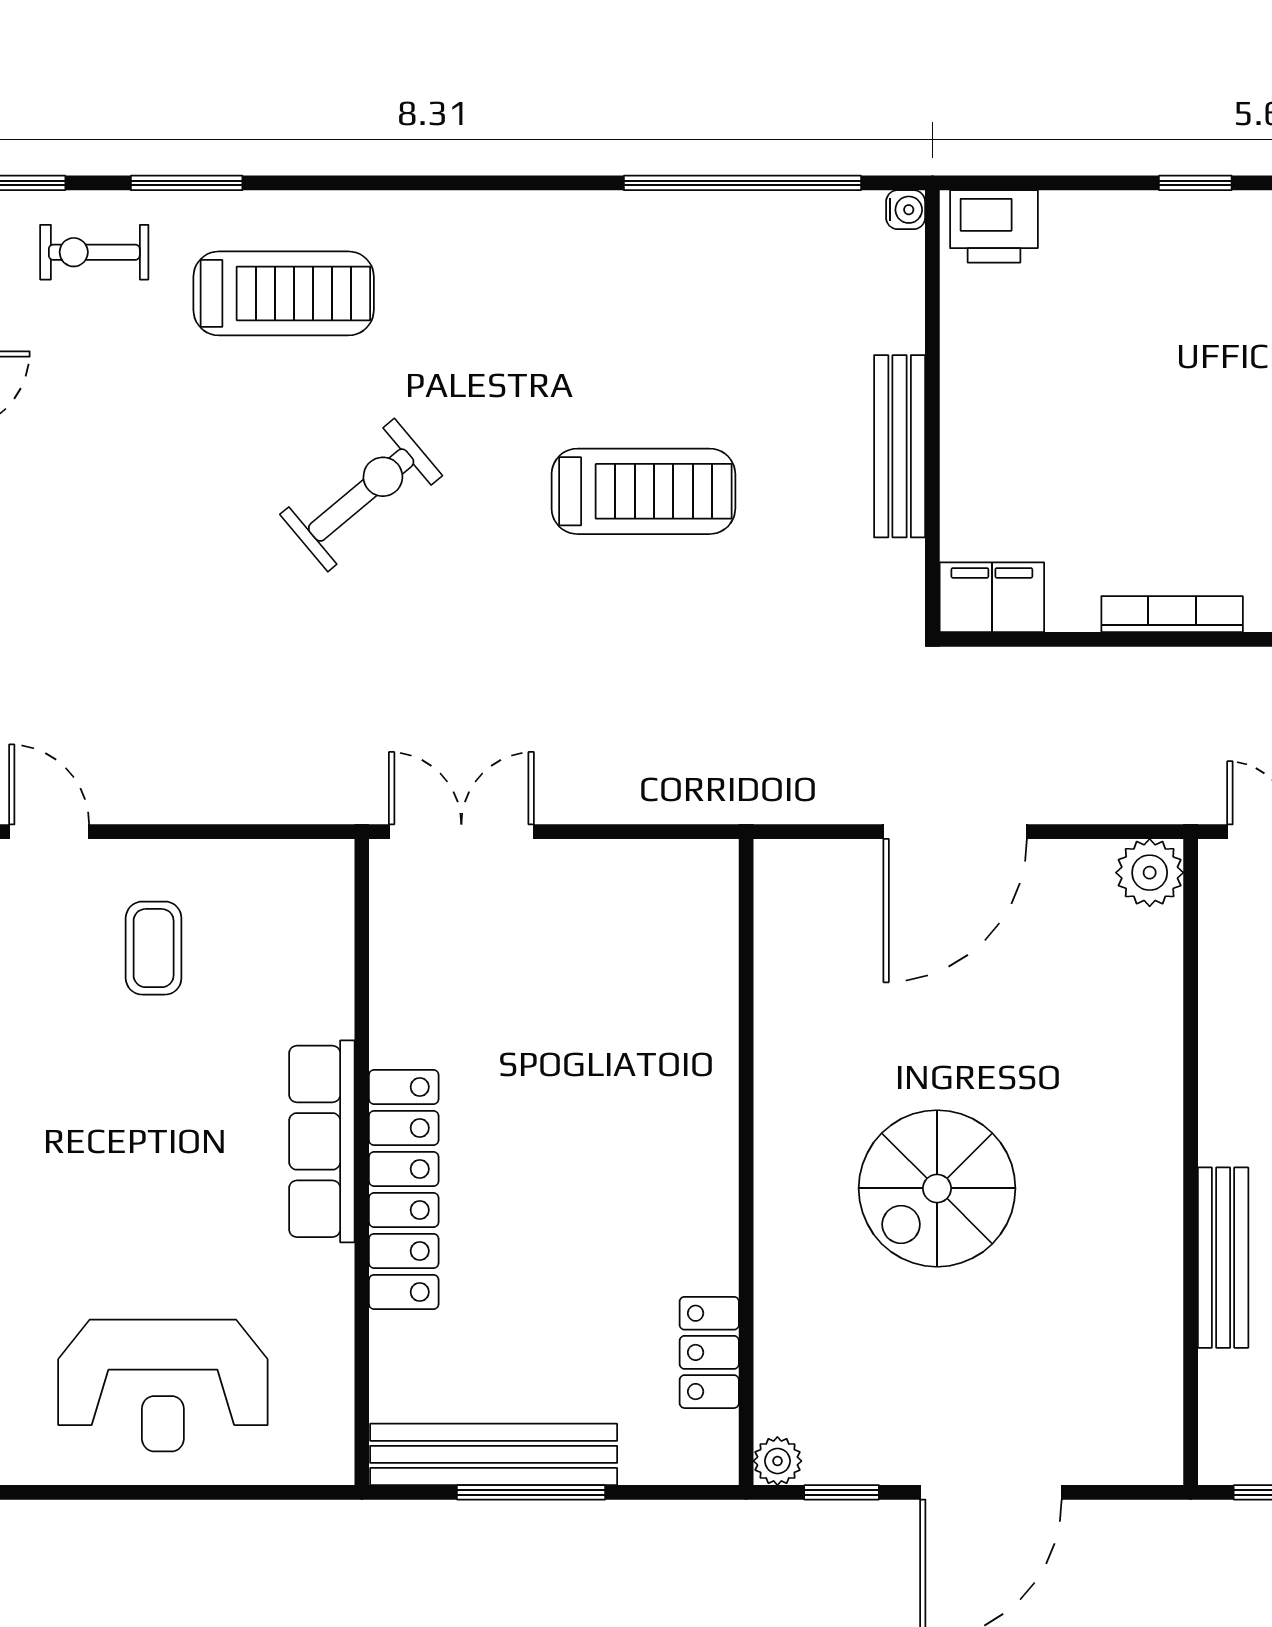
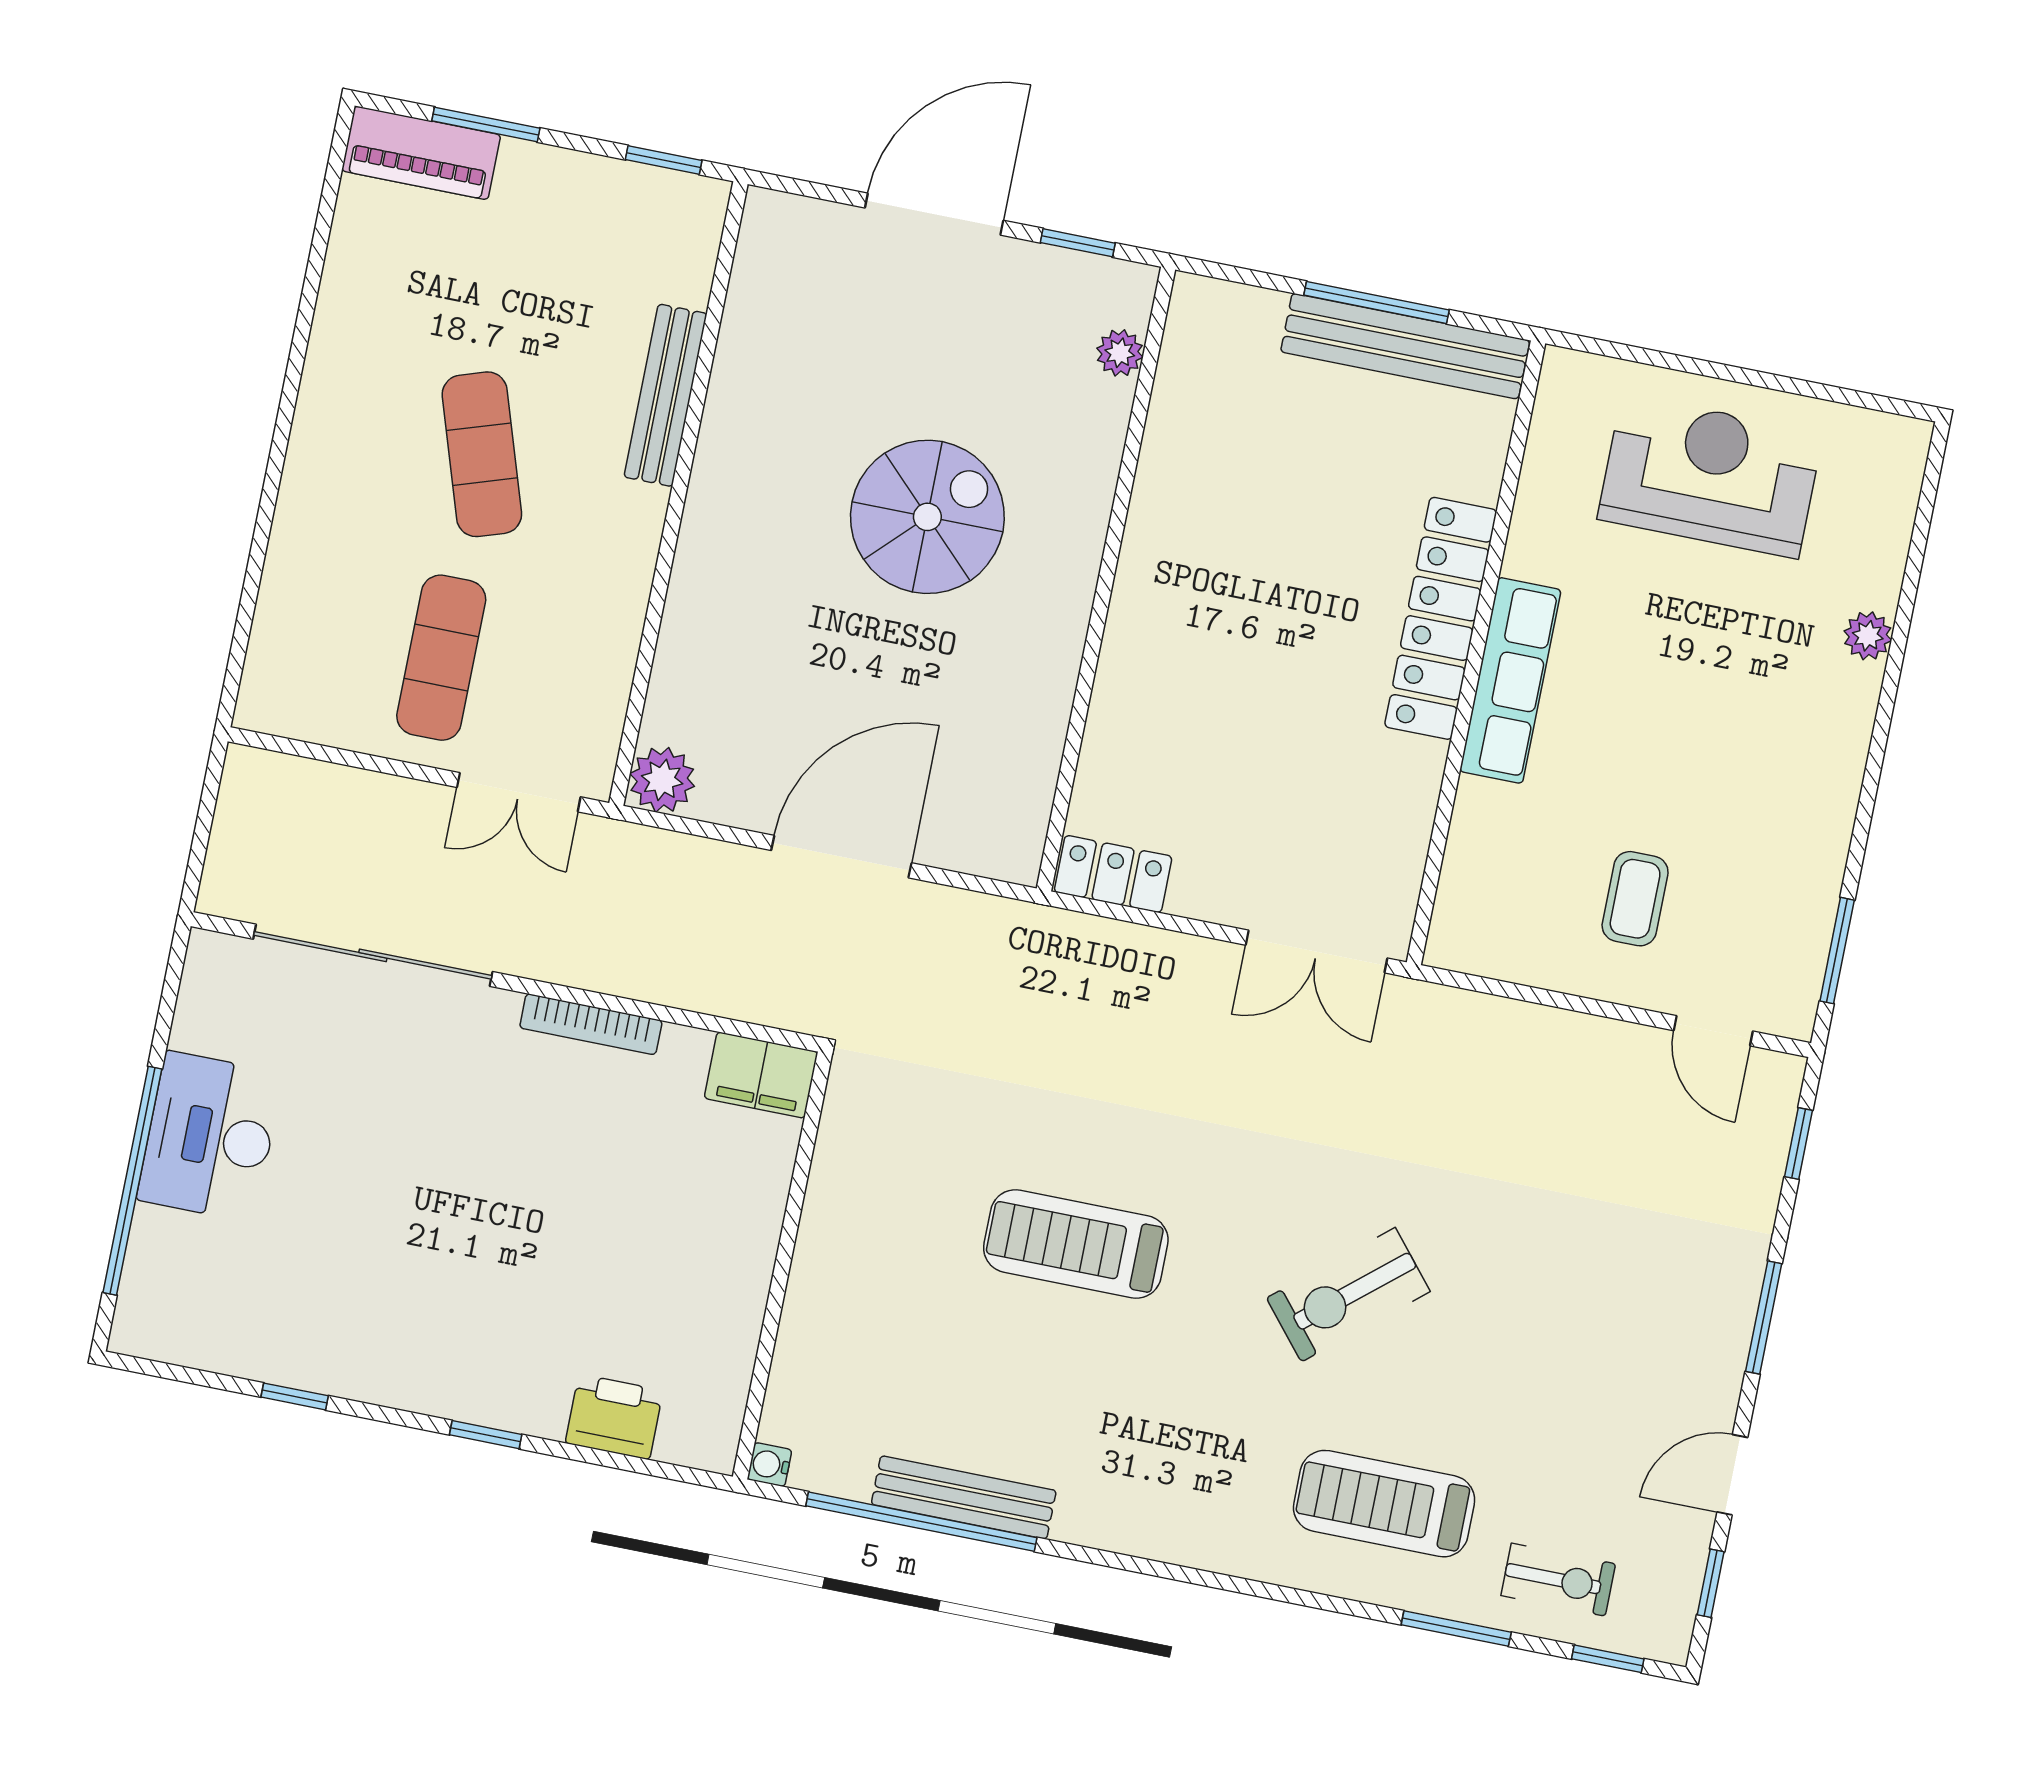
printer: (994, 226) -> (614, 1417), moved
bench: (900, 446) -> (964, 1497), moved, turned 90
locker: (709, 1352) -> (1113, 874), moved, turned -90
plant: (777, 1461) -> (1120, 353), moved

